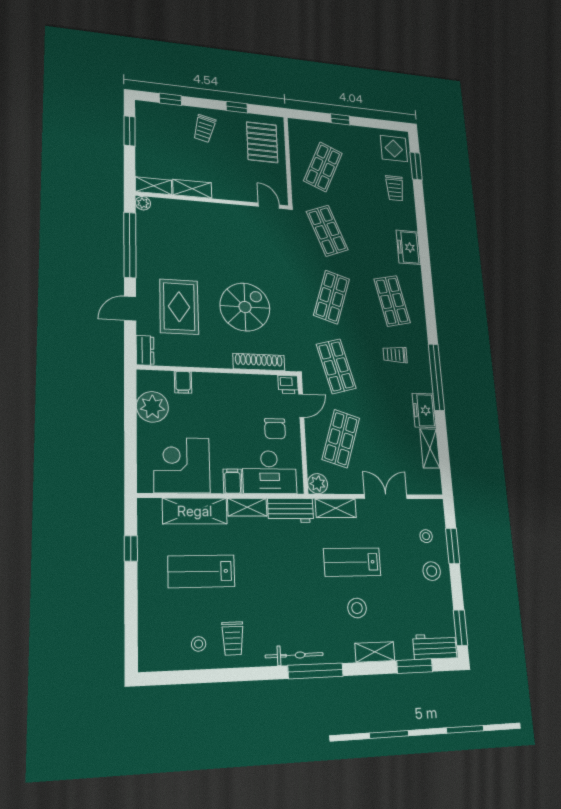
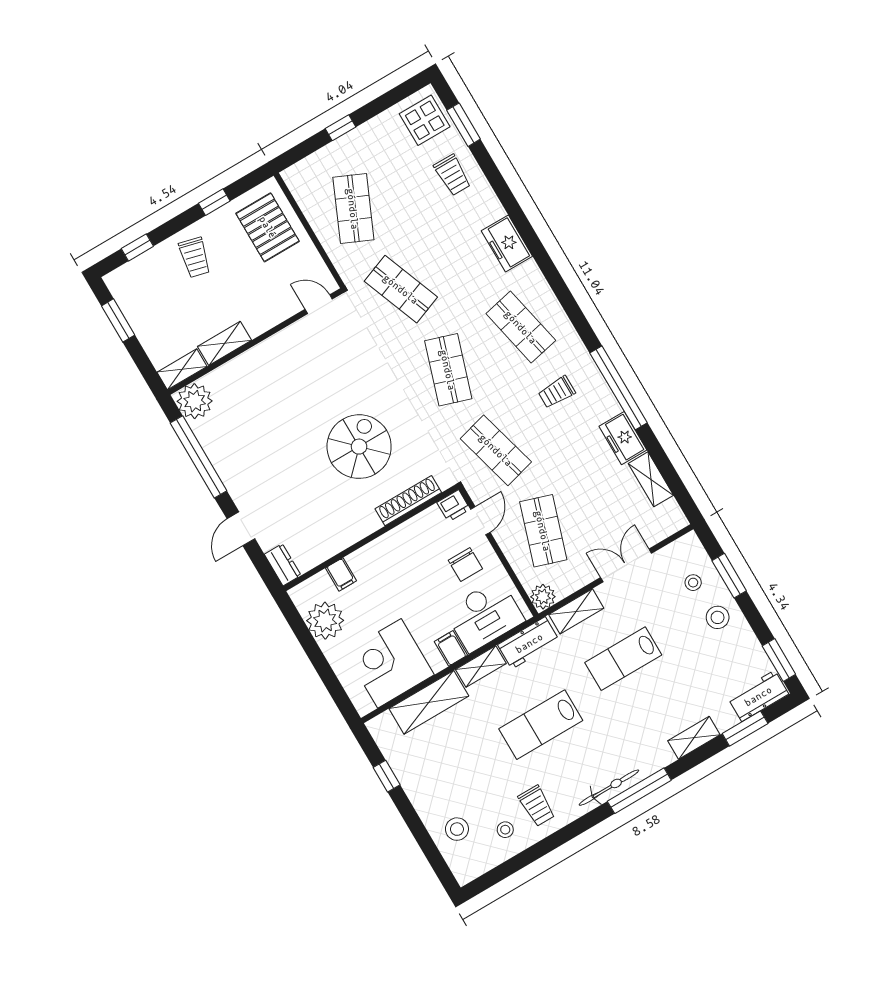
plant: (143, 203) -> (195, 401), width x1.87, depth x1.87
rug: (179, 307) -> (290, 493), removed
lab bench: (201, 571) -> (541, 725), moved
stool: (357, 608) -> (457, 829), moved

